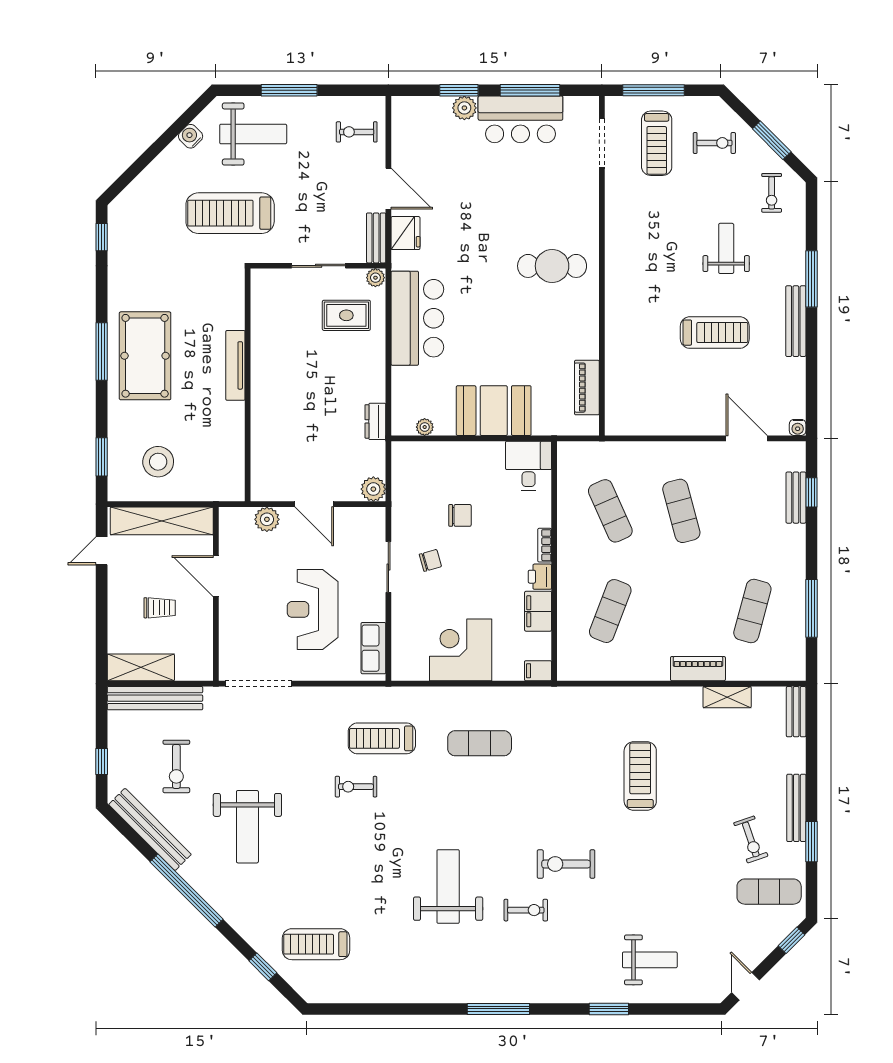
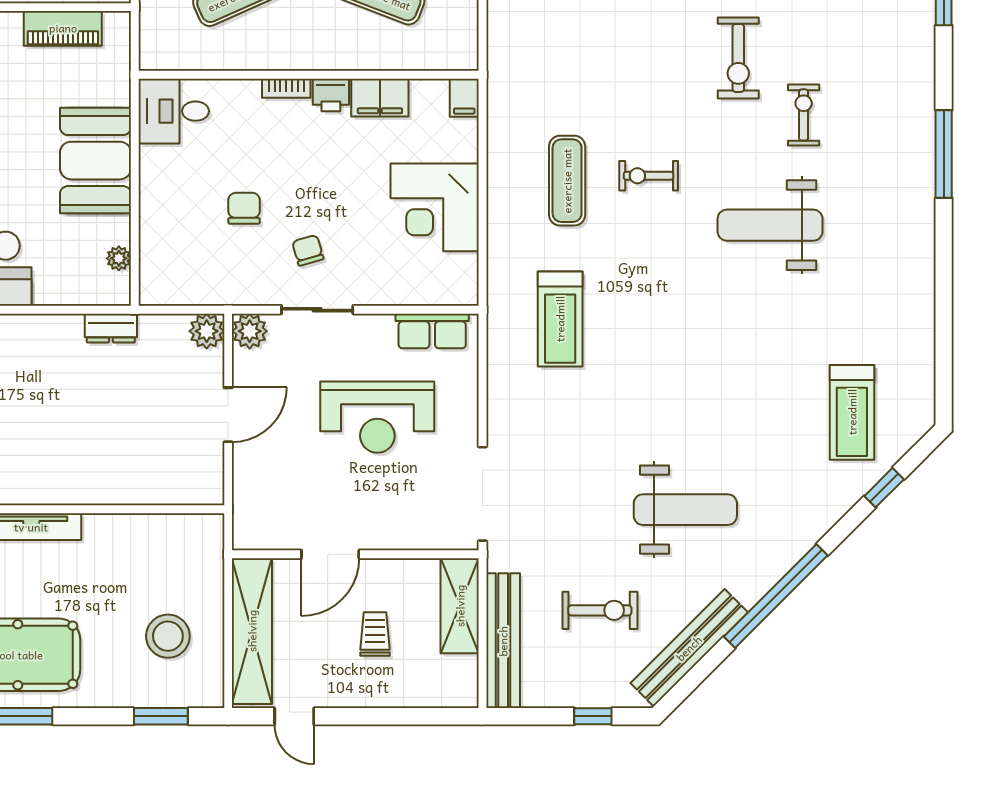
plant: (267, 519) -> (250, 331), moved
shelving: (141, 667) -> (460, 606), moved
exercise bike: (356, 787) -> (649, 176), moved, turned 90

